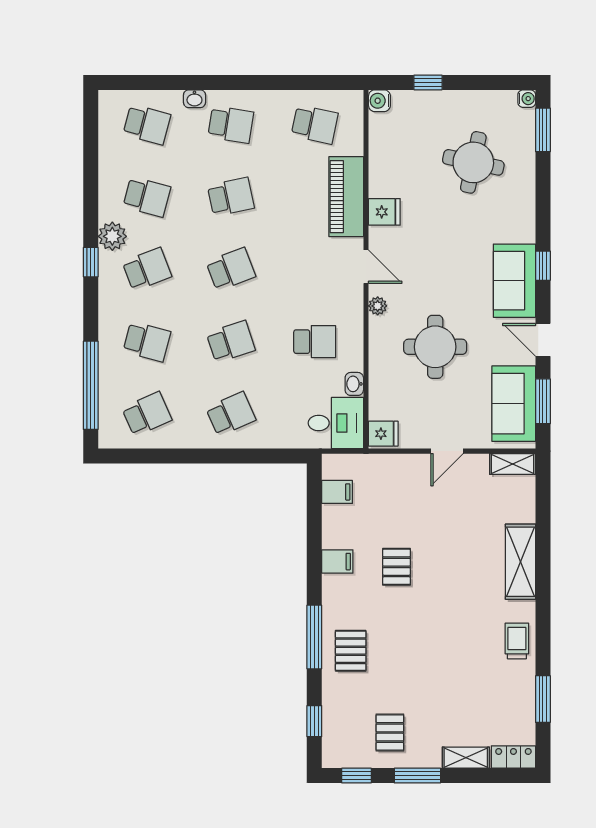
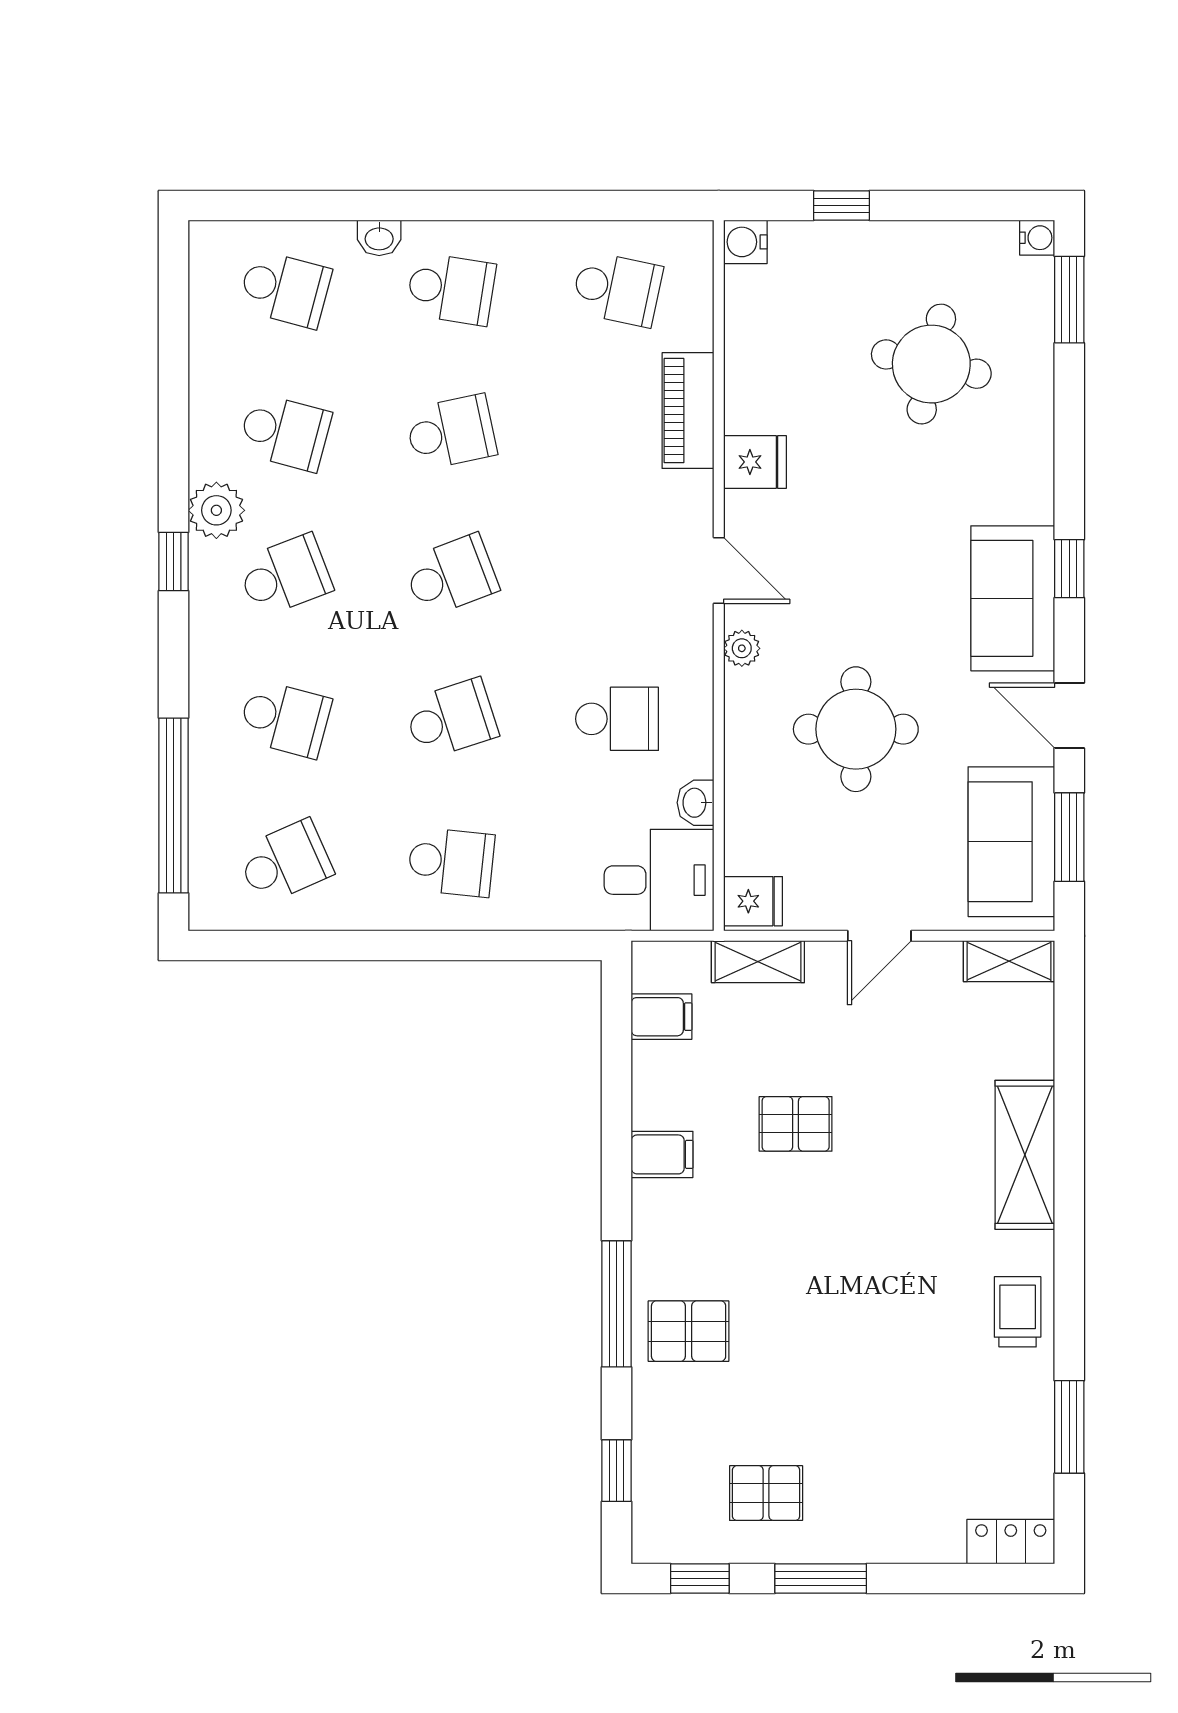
piano: (346, 197) -> (688, 411), width x0.73, depth x0.75
school desk: (231, 414) -> (451, 862), turned 30
pallet: (397, 567) -> (796, 1124), moved, turned 90
pallet: (351, 651) -> (689, 1331), turned 90
pallet: (390, 733) -> (766, 1493), turned 90
shelving: (466, 758) -> (758, 962), moved

